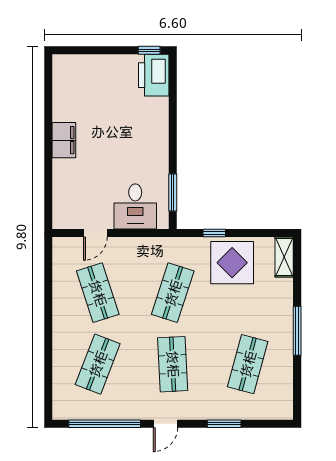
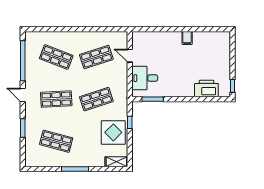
printer: (154, 75) -> (206, 88), moved
filing cabinet: (64, 140) -> (187, 38), width x0.50
shop shelf: (173, 293) -> (96, 99), turned -36

